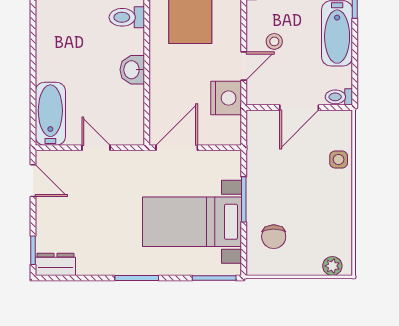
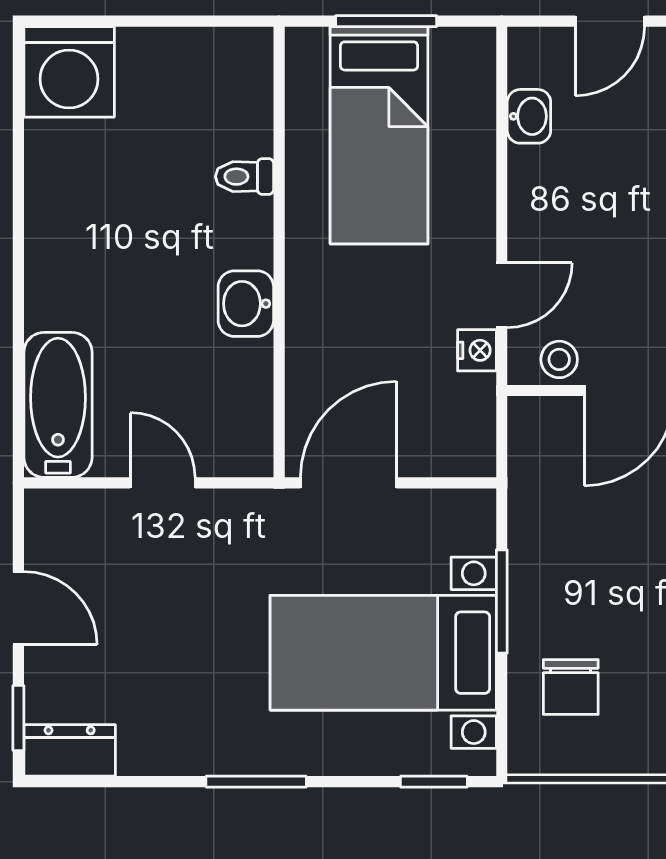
toilet: (127, 17) -> (245, 177), width x0.73, depth x0.72
stool: (274, 41) -> (559, 359), moved
nightstand: (226, 98) -> (477, 350), width x0.53, depth x0.56
door: (33, 181) -> (18, 608), moved
window: (214, 278) -> (434, 782), width x0.67

